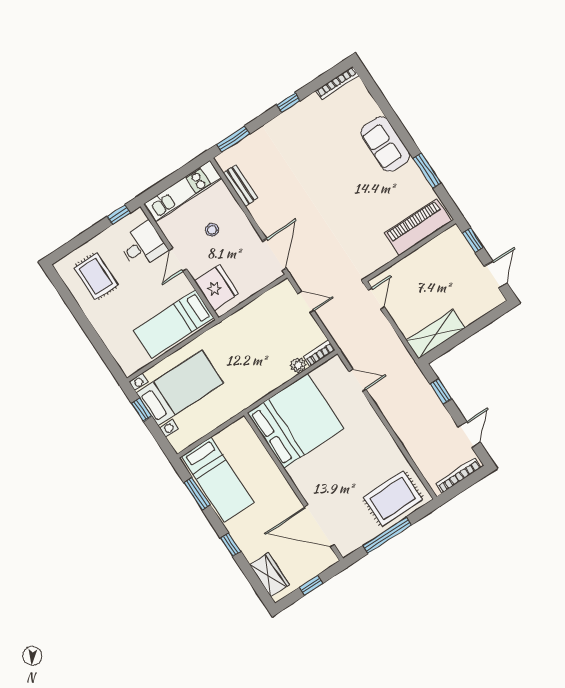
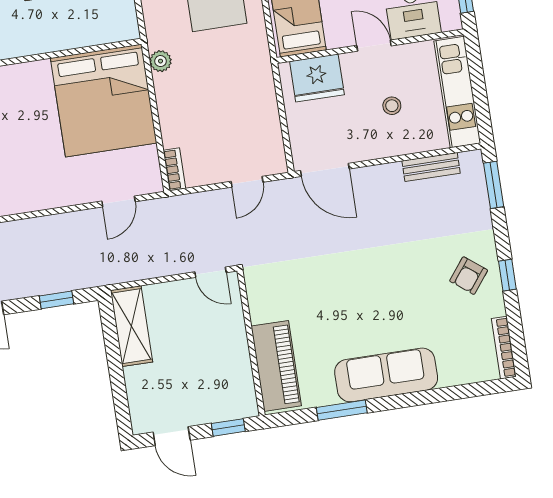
armchair: (300, 128) -> (469, 276), added
sofa: (385, 144) -> (386, 375), width x1.36
plant: (298, 365) -> (161, 61), moved

